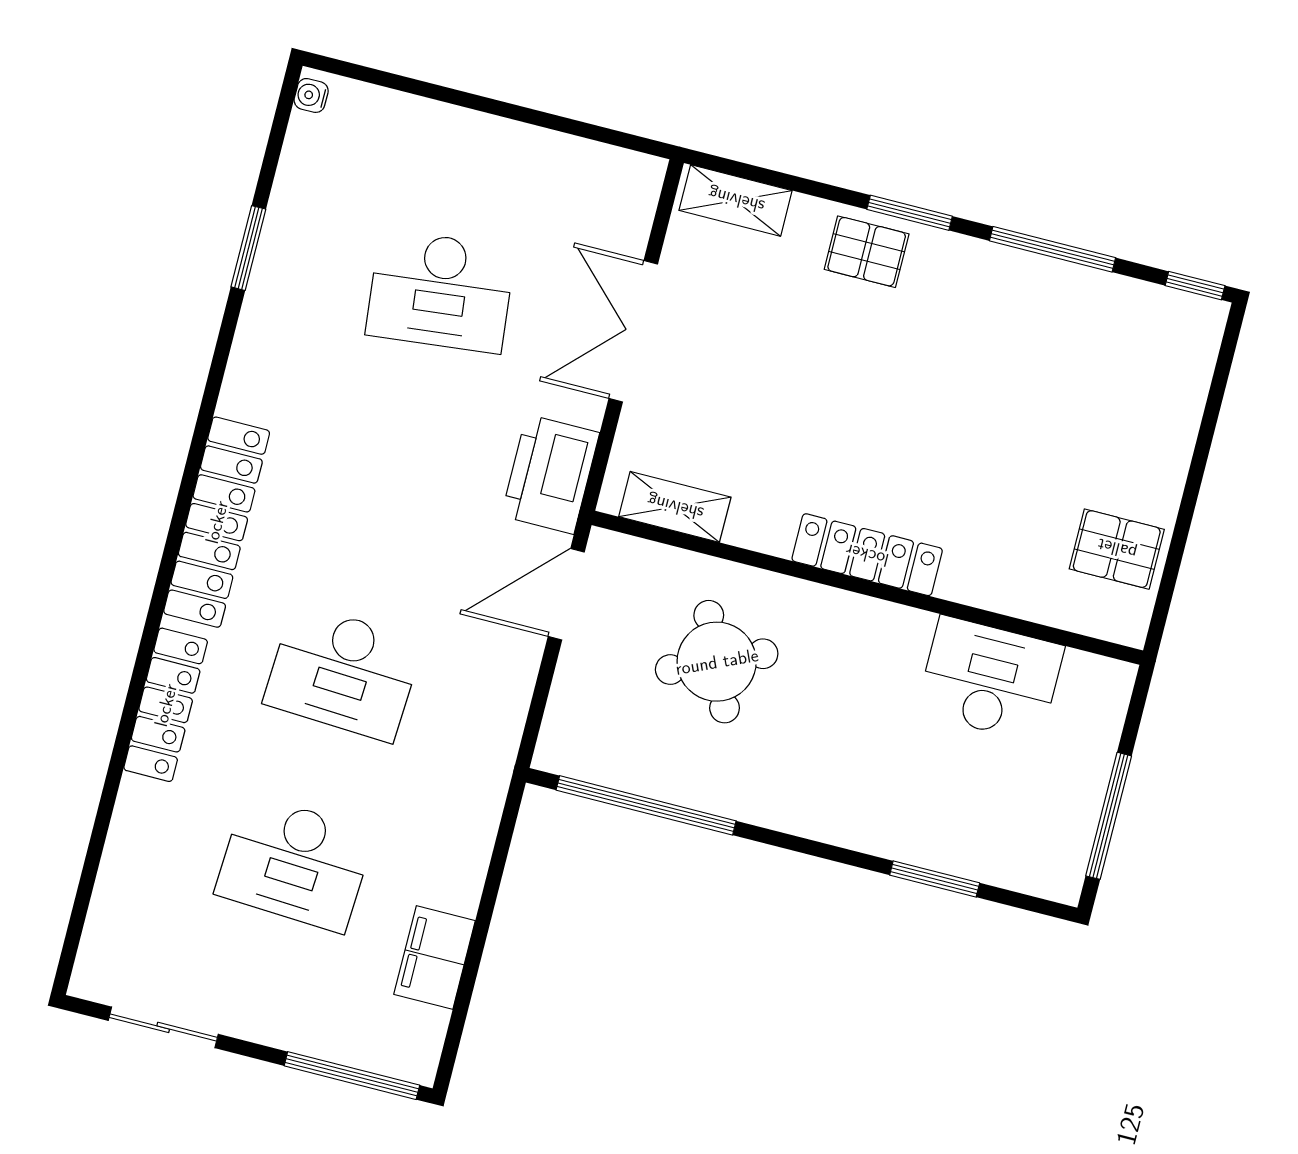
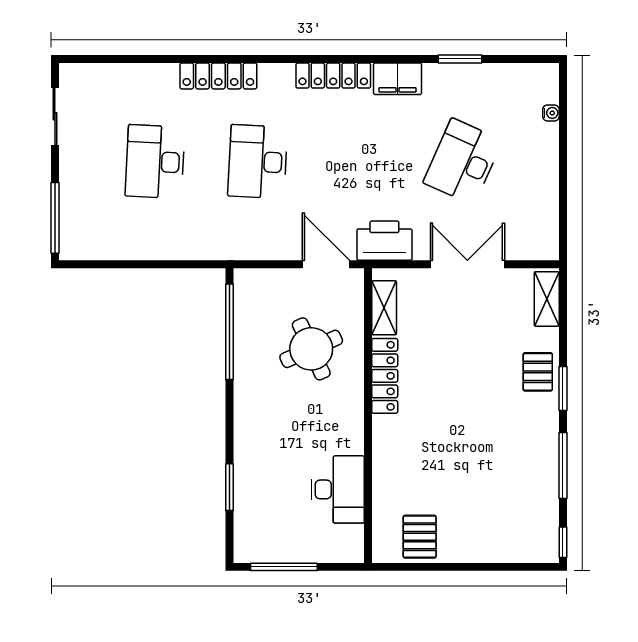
water cooler: (311, 95) -> (551, 113), moved, turned 90
desk: (440, 291) -> (463, 162), turned 30
locker: (217, 522) -> (333, 76), width x0.71, depth x0.83
locker: (867, 555) -> (385, 376), moved
filing cabinet: (435, 957) -> (397, 79), moved, turned 180

